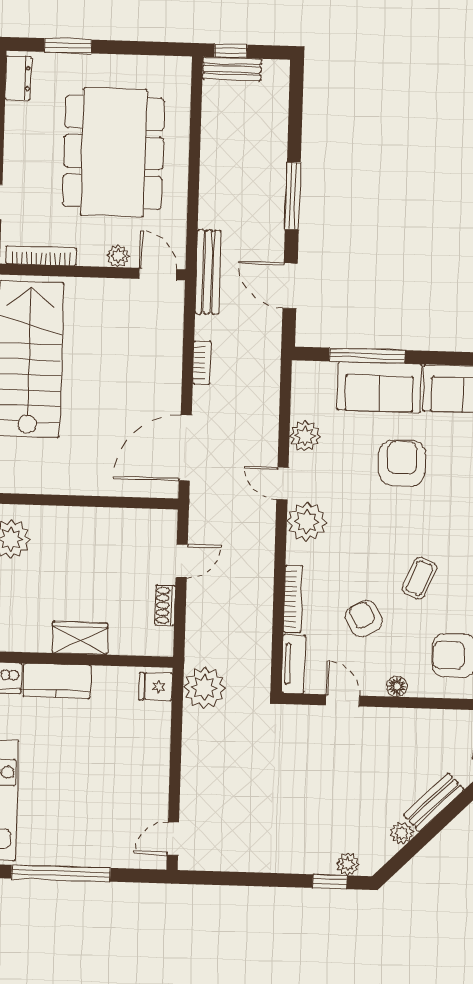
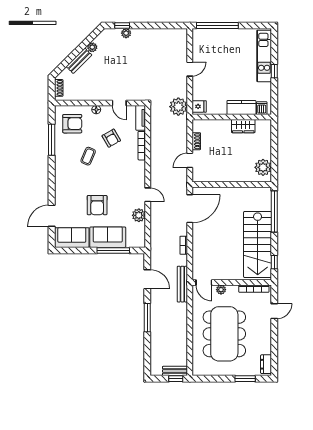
plant: (307, 522) -> (137, 179), removed
wardrobe: (80, 638) -> (243, 126), moved
door: (173, 839) -> (190, 69), moved
plant: (348, 864) -> (126, 33), moved
window: (61, 873) -> (217, 25), moved

